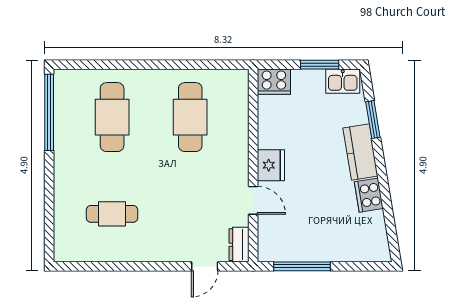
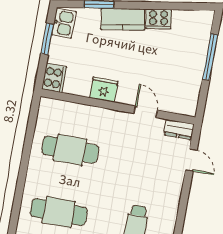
fridge: (271, 165) -> (104, 89), moved
door: (253, 200) -> (146, 112), hinge flipped
window: (302, 266) -> (210, 57), moved

